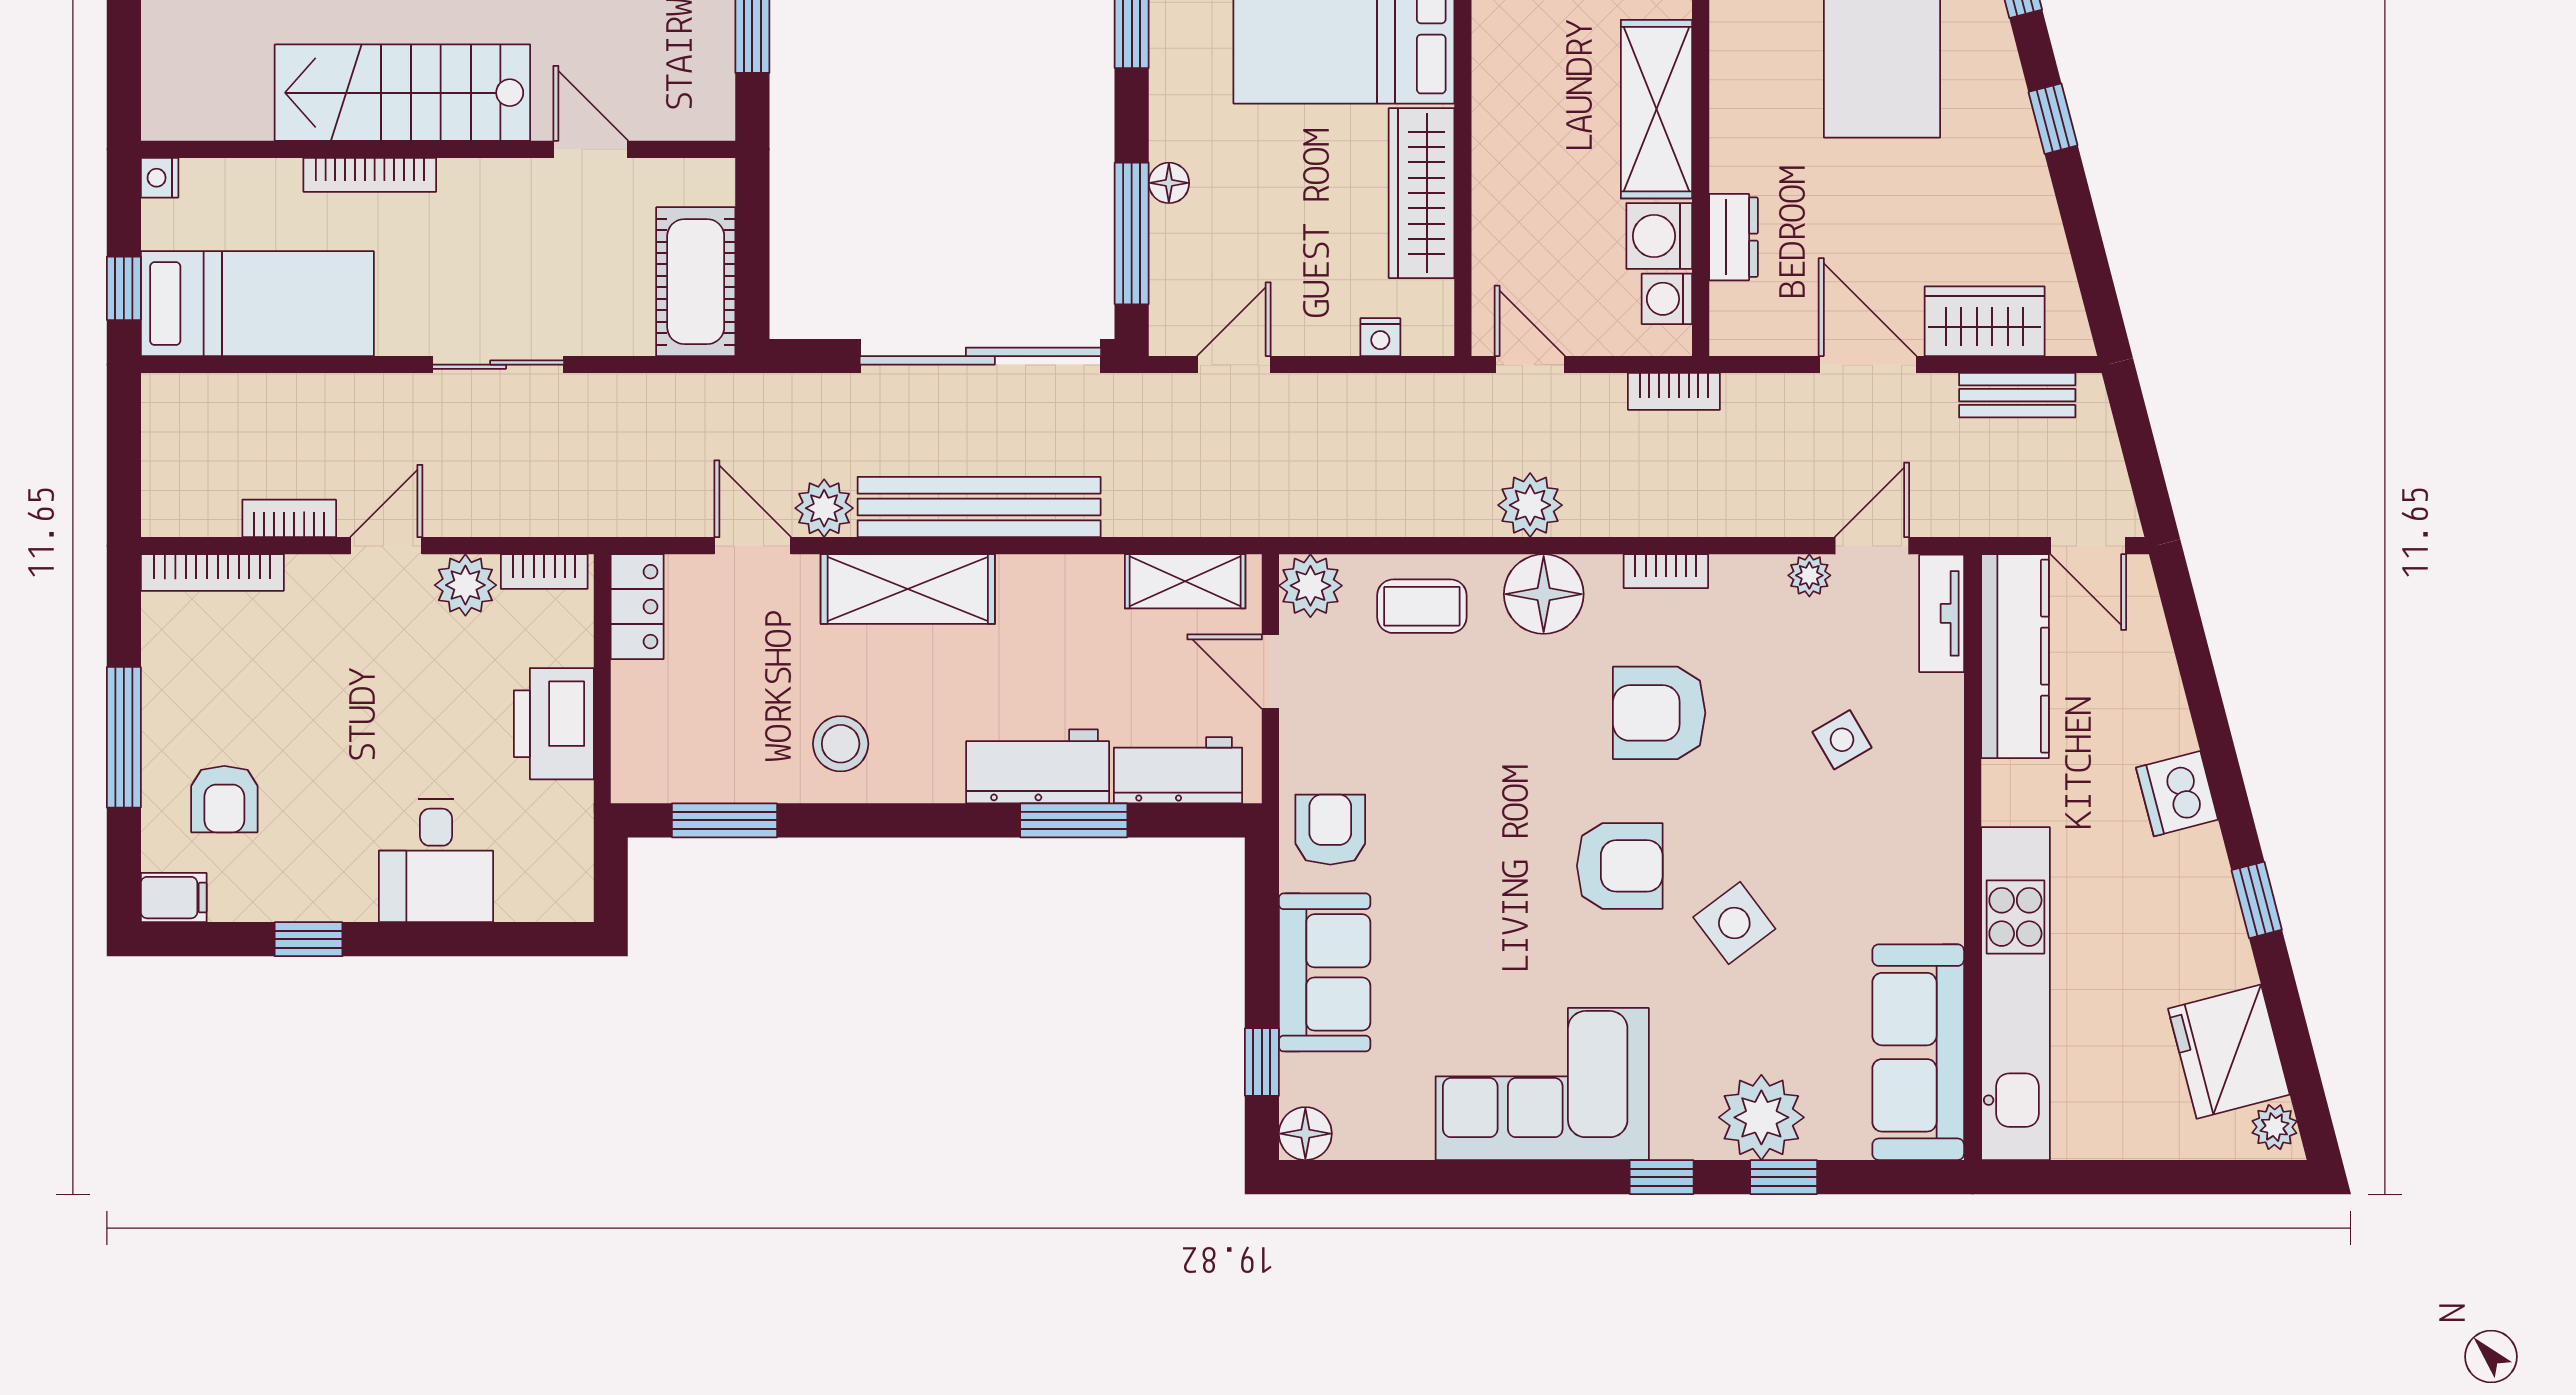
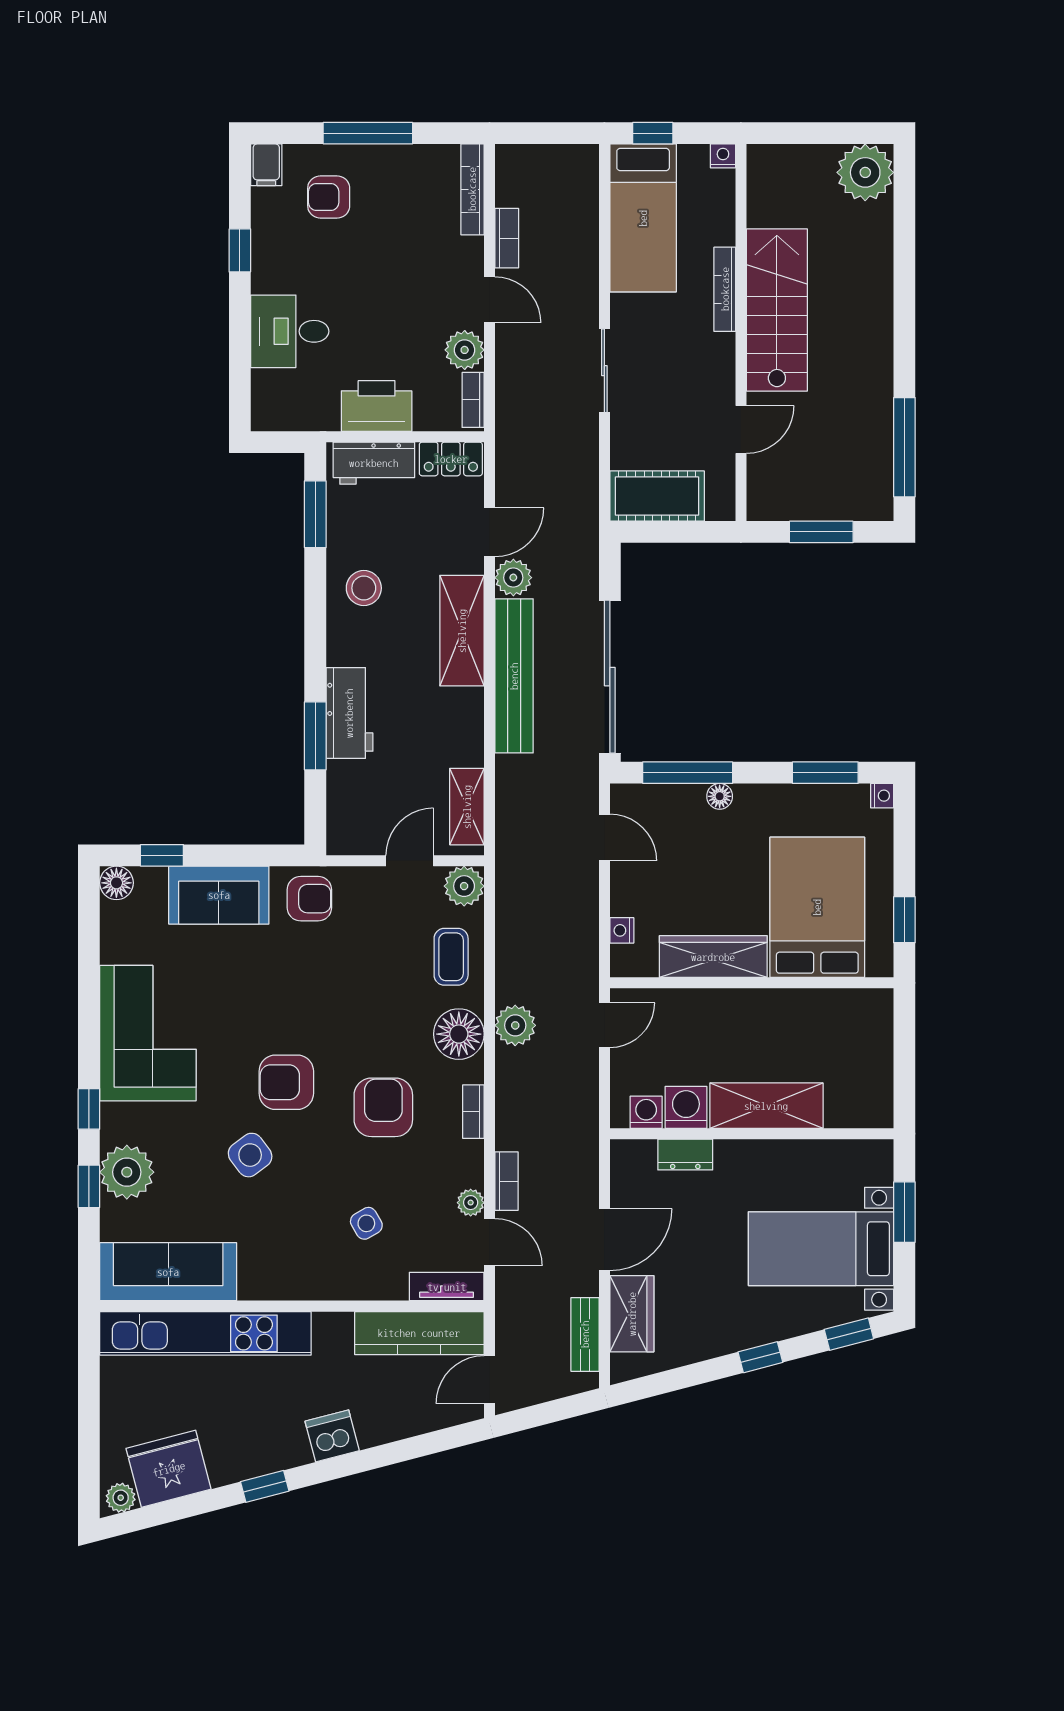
bookcase: (1674, 391) -> (507, 1181), moved, turned 180
workbench: (1178, 770) -> (374, 463), moved, turned 90
armchair: (1620, 866) -> (286, 1082), turned 90

